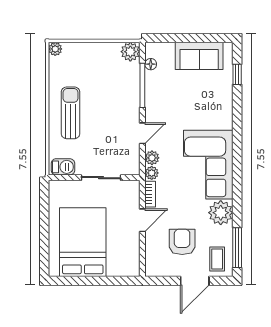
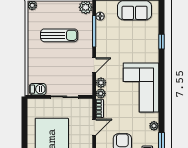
window: (237, 74) -> (161, 42), moved
sun lounger: (71, 113) -> (59, 35), moved, turned 90
plant: (221, 213) -> (154, 126), width x0.53, depth x0.53

